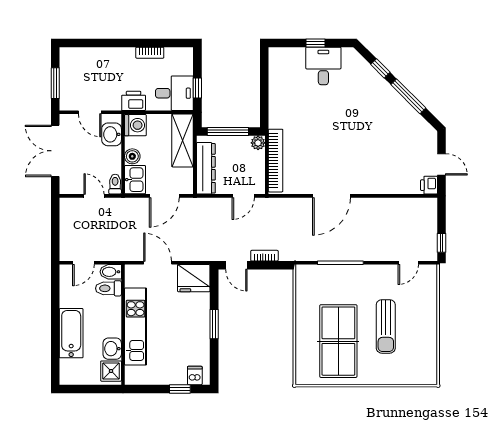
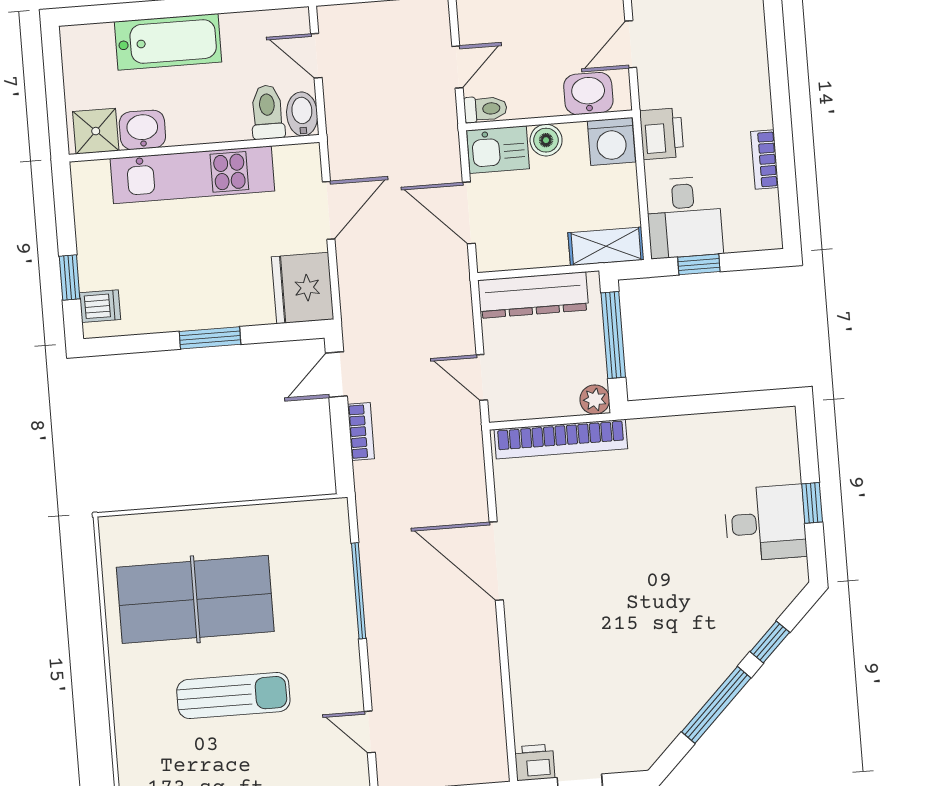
shelving: (183, 141) -> (606, 246), width x0.67, depth x0.75
sun lounger: (386, 326) -> (233, 696), turned 180

